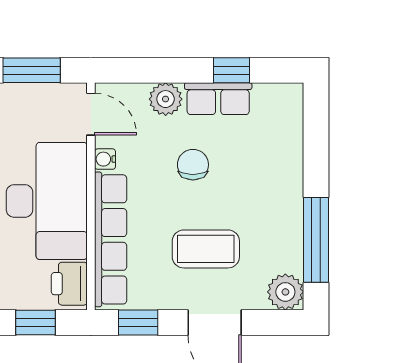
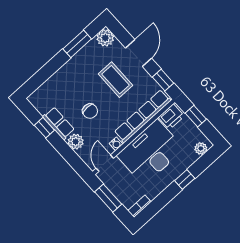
chair: (193, 165) -> (90, 111), turned -90
window: (316, 240) -> (77, 44), width x0.69

